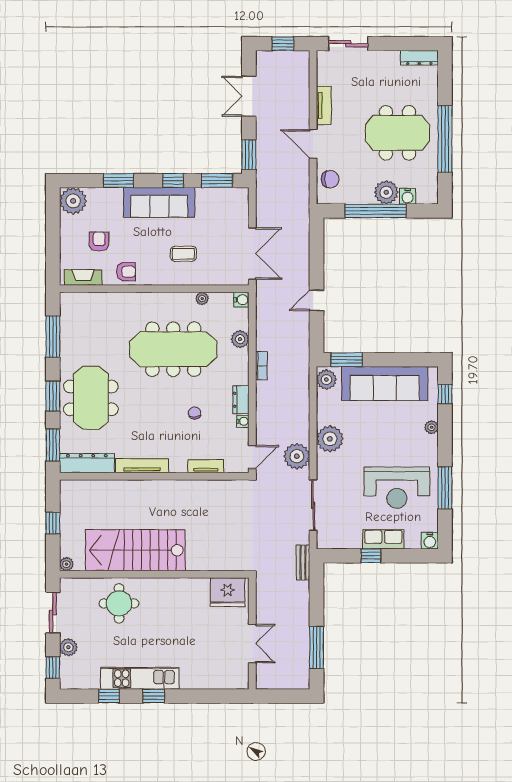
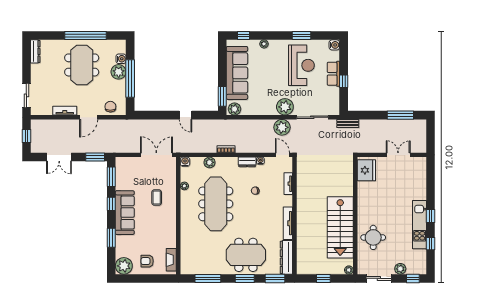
armchair: (99, 242) -> (147, 261), moved
armchair: (126, 272) -> (168, 233), removed
plant: (330, 439) -> (285, 107), moved
window: (445, 488) -> (302, 36), width x0.69

